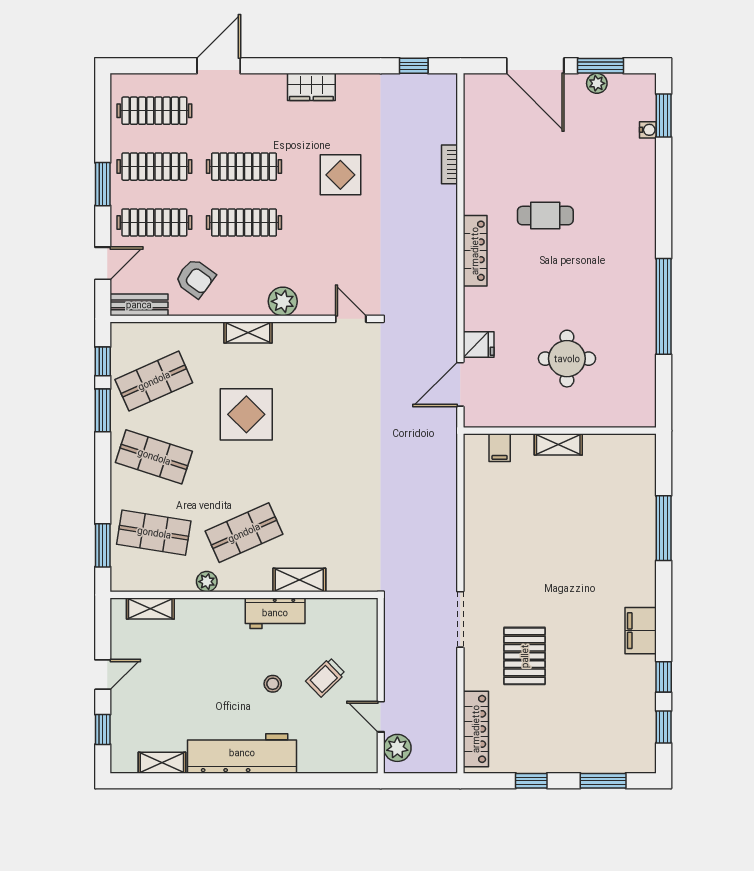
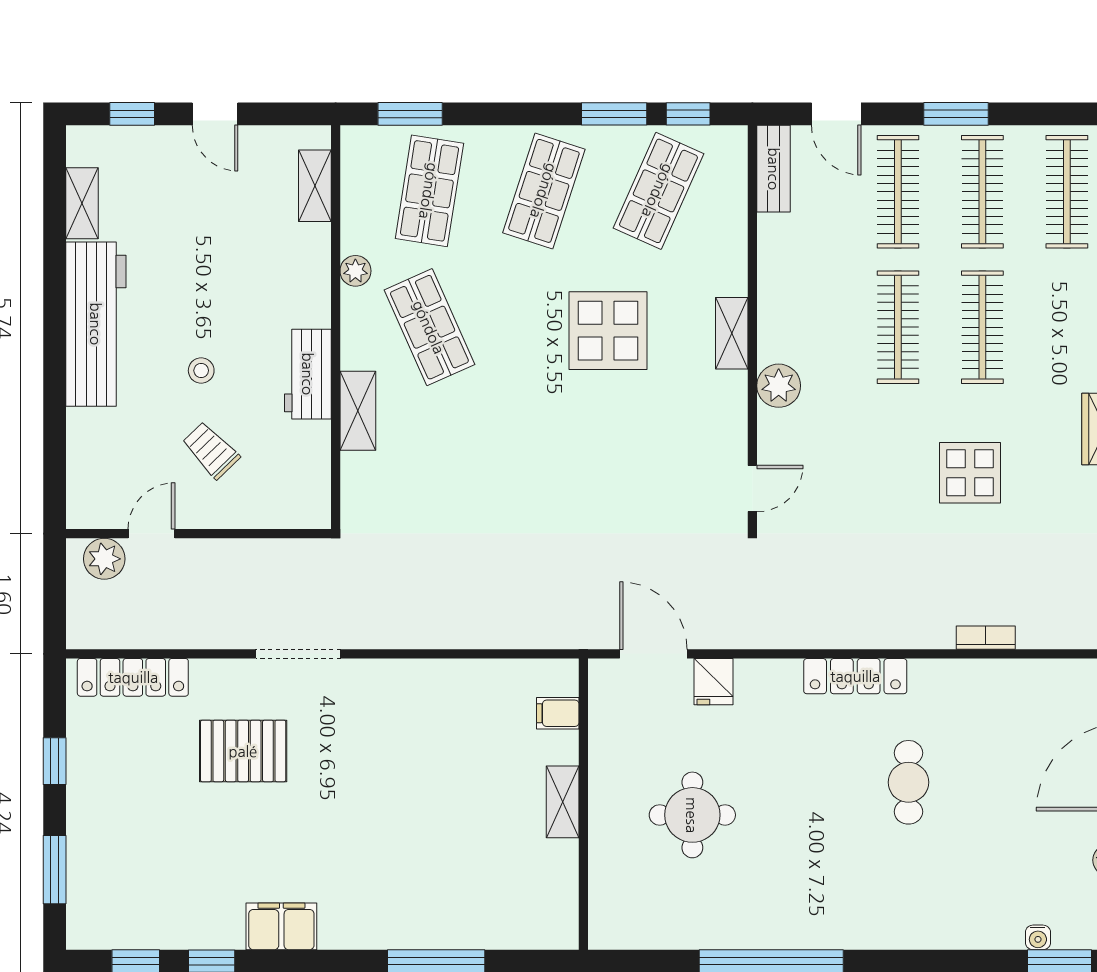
armchair: (195, 278) -> (814, 254), removed
shop shelf: (154, 381) -> (658, 191), turned 48

